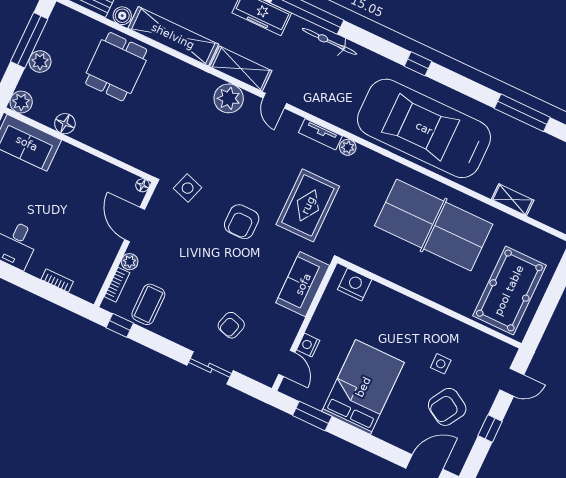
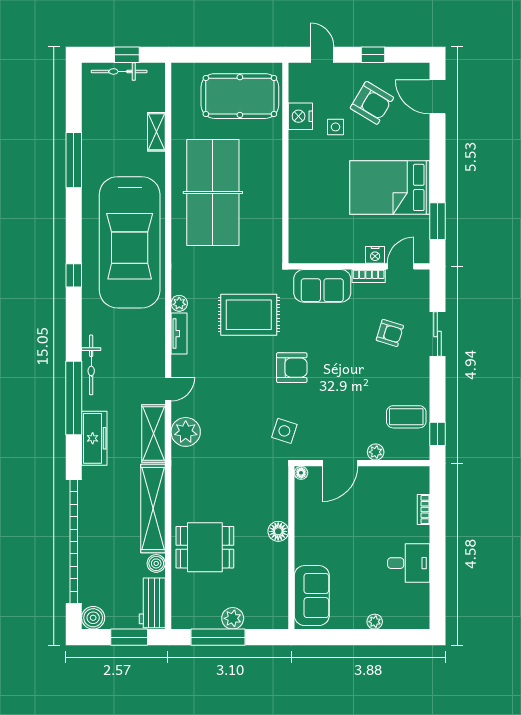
plant: (21, 102) -> (277, 618), removed
floor lamp: (65, 124) -> (278, 531), moved
nightstand: (355, 284) -> (300, 116), moved
bookcase: (117, 285) -> (369, 276), moved, turned 180

